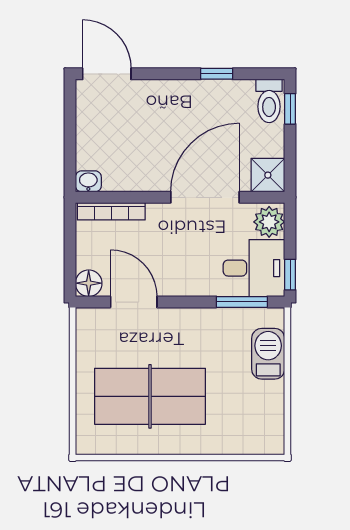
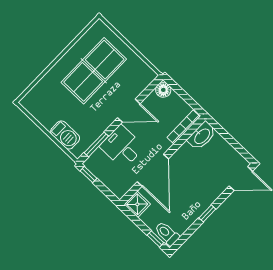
window: (217, 74) -> (207, 213), moved
washbasin: (88, 181) -> (202, 136), width x1.91, depth x1.45
plant: (269, 222) -> (118, 187), removed
desk: (254, 268) -> (122, 147), moved, turned 90
door: (134, 302) -> (129, 111), moved

